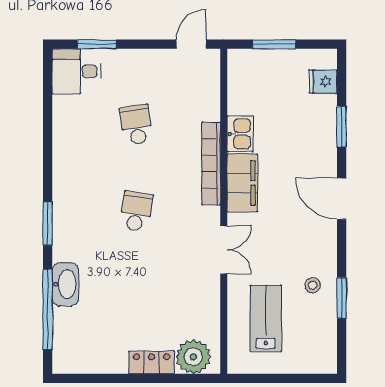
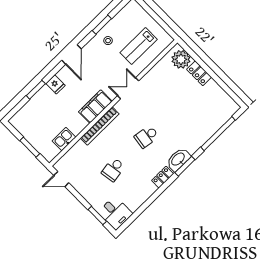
fridge: (323, 82) -> (55, 84), moved
kitchen sink: (240, 134) -> (64, 139), moved
locker: (62, 180) -> (163, 177), added
door: (342, 199) -> (71, 55), moved
washbasin: (65, 284) -> (178, 159), moved

